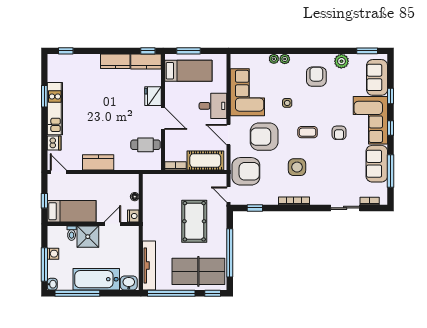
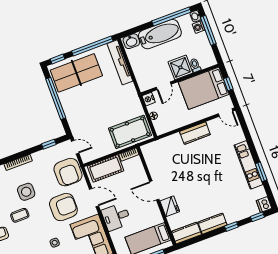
window: (148, 51) -> (231, 227), moved
coffee table: (308, 132) -> (20, 215), moved
dishwasher: (54, 143) -> (264, 205), moved
cafe table: (146, 145) -> (161, 163), removed
armchair: (246, 171) -> (68, 172), turned -90
bed: (72, 211) -> (204, 88), width x1.50
pool table: (194, 221) -> (130, 132), moved, turned 90
washing machine: (53, 254) -> (199, 27), moved

